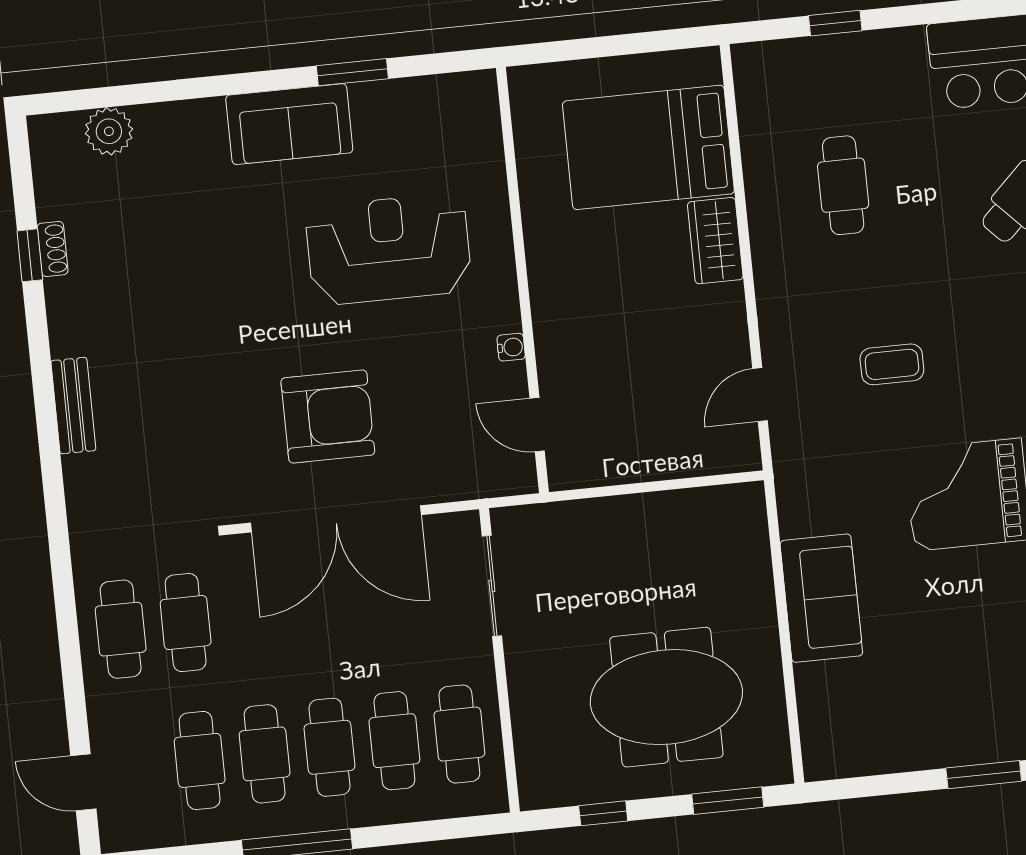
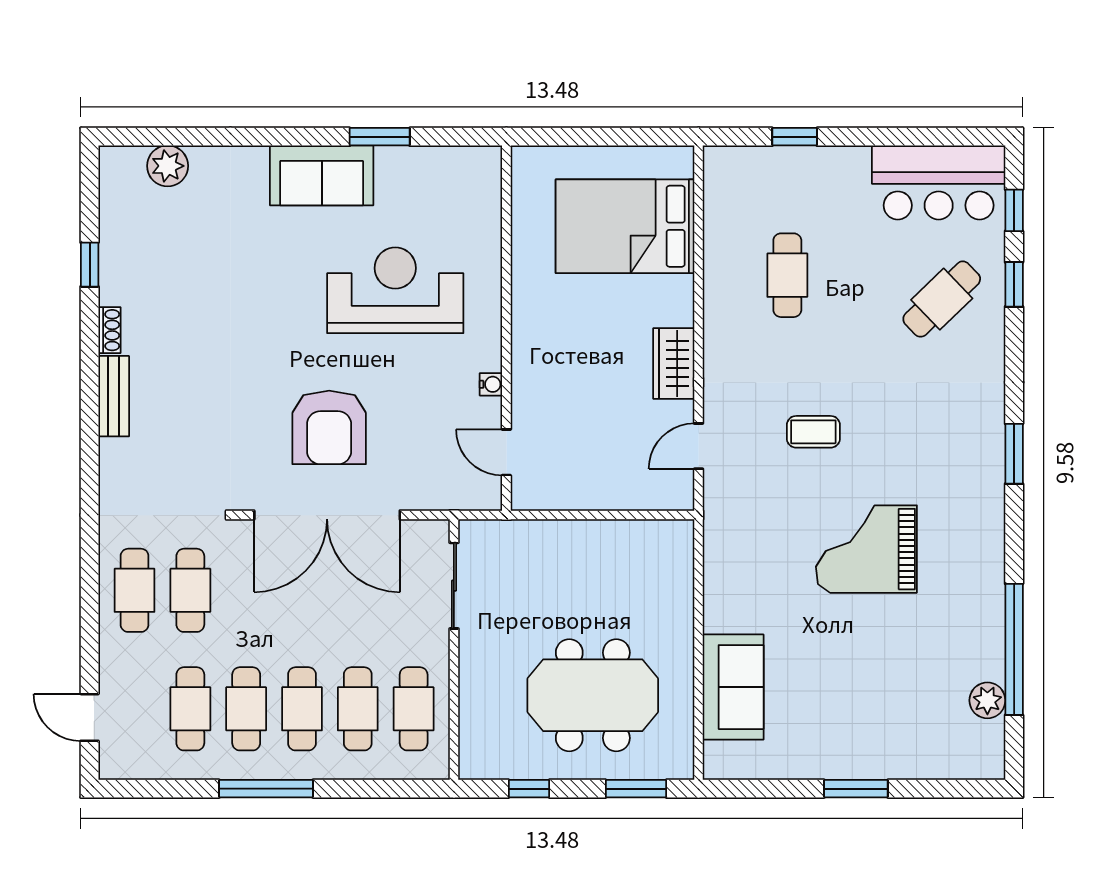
wardrobe: (715, 241) -> (674, 363), moved
shoe rack: (53, 249) -> (109, 330), moved
armchair: (328, 417) -> (329, 427), turned 90
sofa: (821, 598) -> (733, 687), moved

